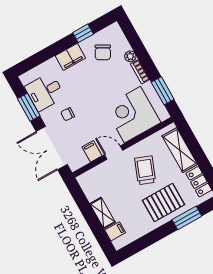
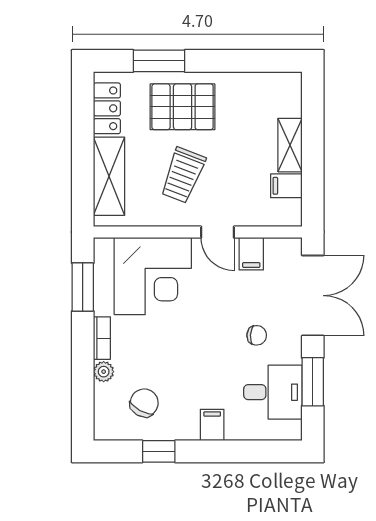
filing cabinet: (70, 57) -> (212, 425), width x0.50
filing cabinet: (115, 231) -> (286, 186), moved

